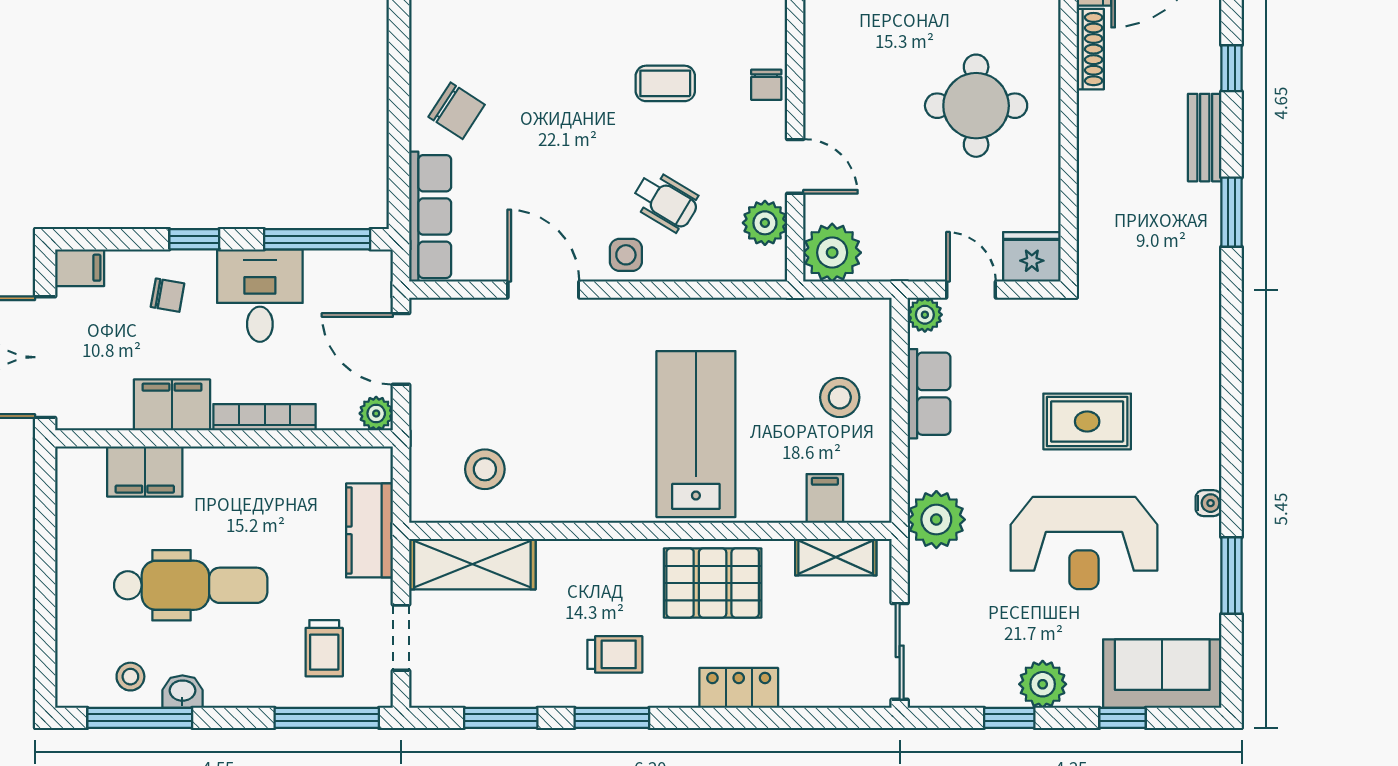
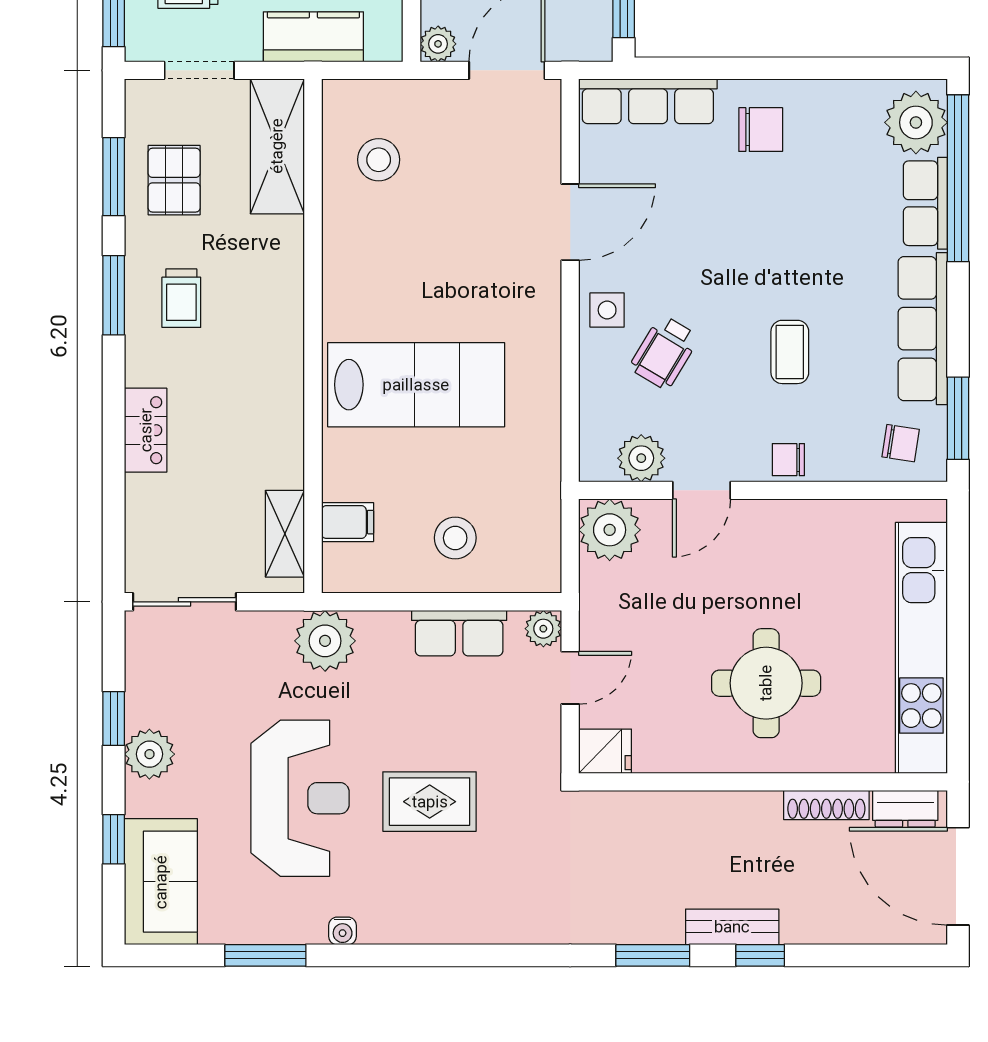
window: (1231, 68) -> (760, 955), moved
chair: (457, 111) -> (761, 130), turned -123
fridge: (1032, 257) -> (605, 751), width x0.72
rug: (1087, 421) -> (430, 802), turned 90
reception desk: (1084, 543) -> (300, 798), turned 180
pallet: (713, 583) -> (174, 180), moved, width x0.67, depth x0.71

